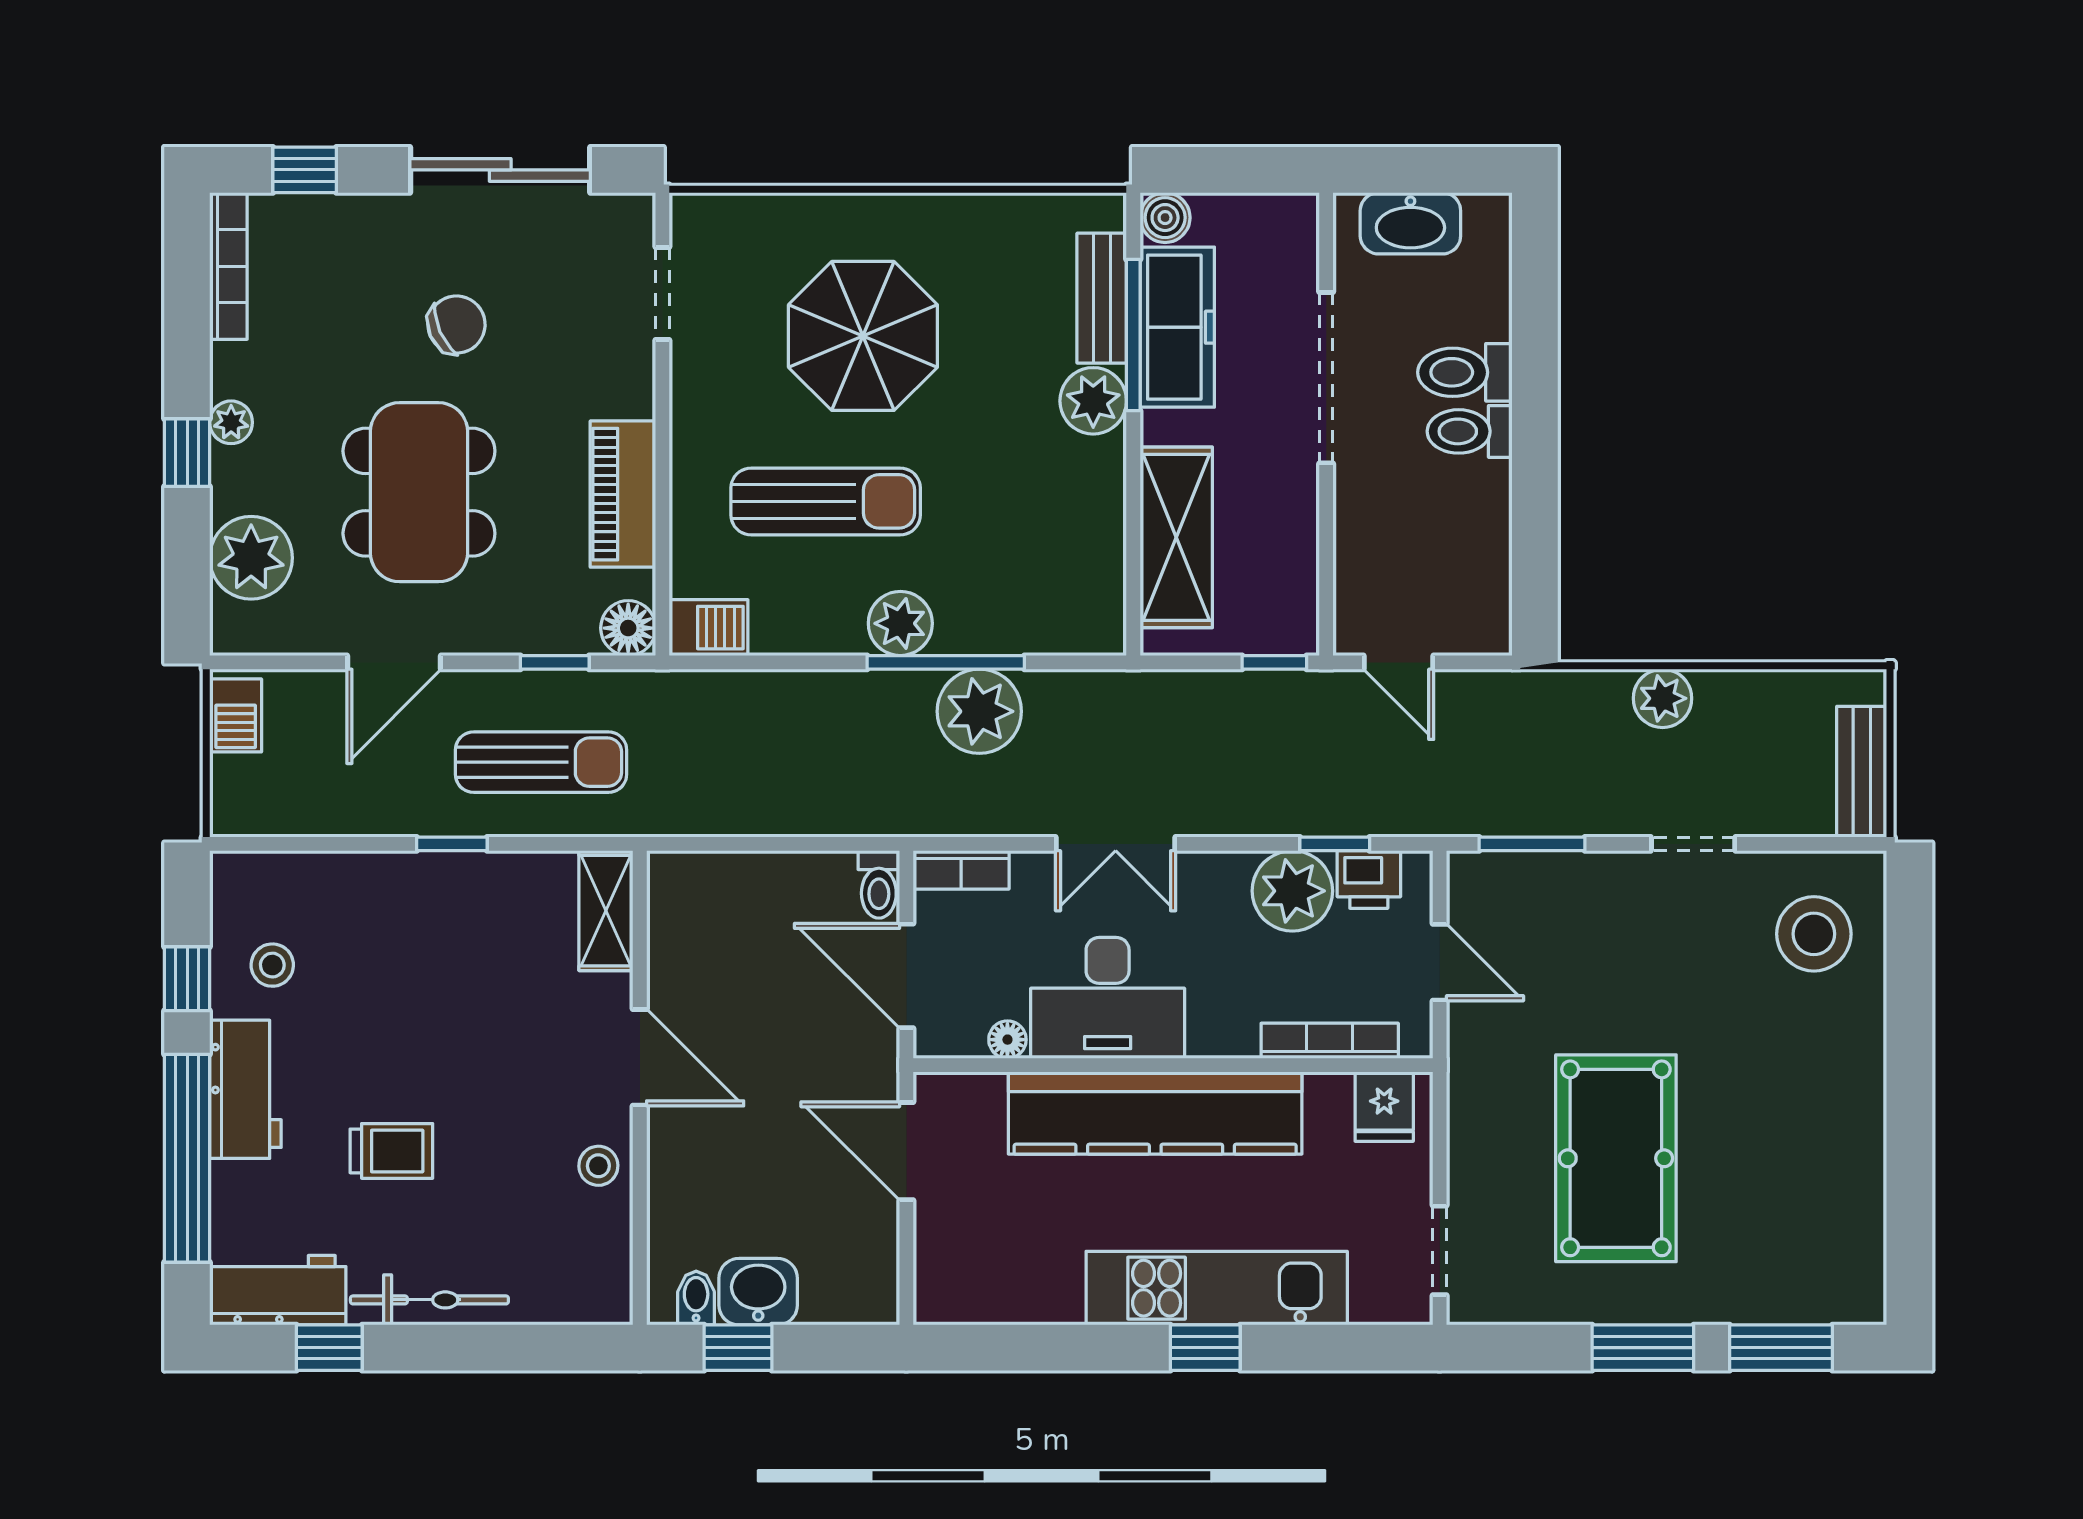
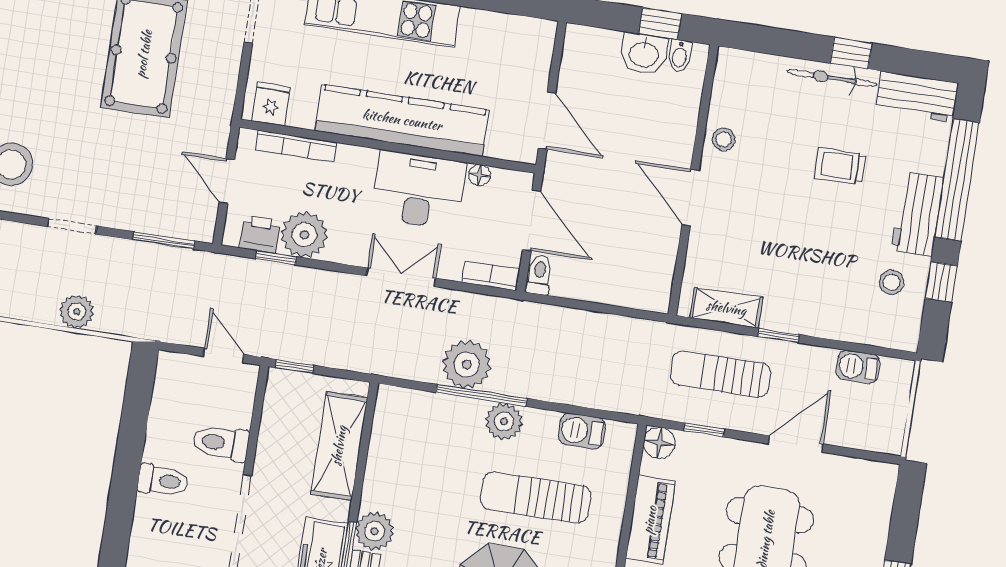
toilet: (1465, 372) -> (221, 443), moved, turned 180
plant: (251, 558) -> (868, 516), removed
barbecue: (709, 628) -> (582, 431), moved
barbecue: (236, 715) -> (858, 367), moved, turned -90
shelving: (606, 911) -> (726, 308), moved, turned 90
window: (329, 1348) -> (851, 53), moved

